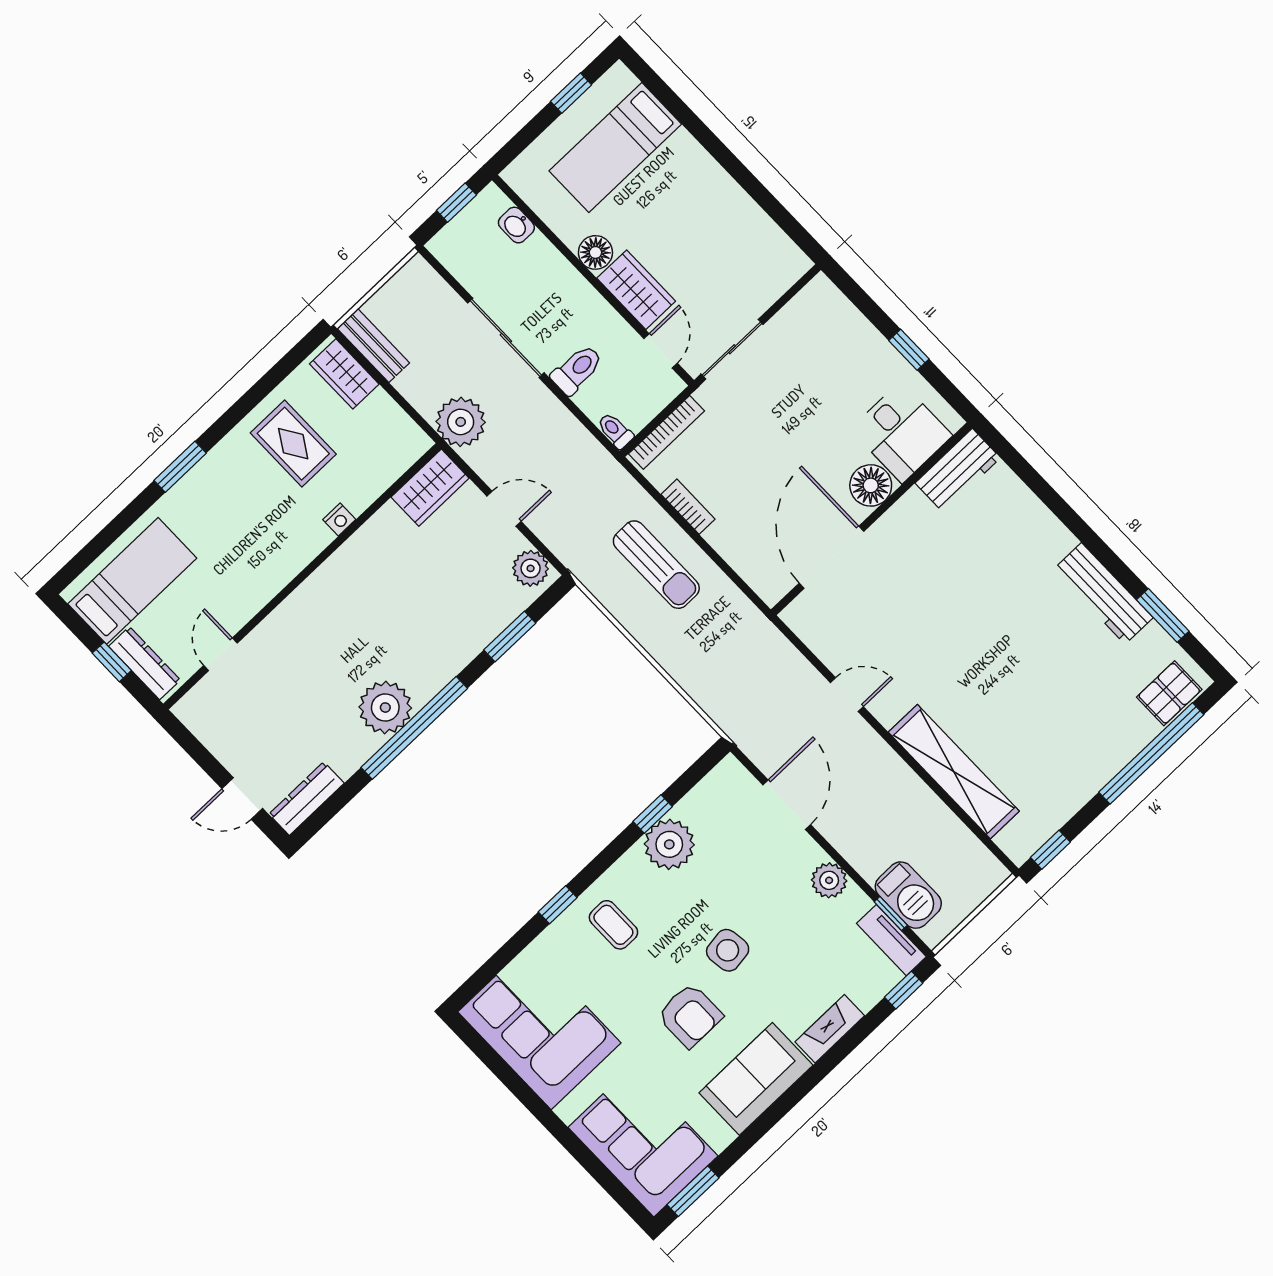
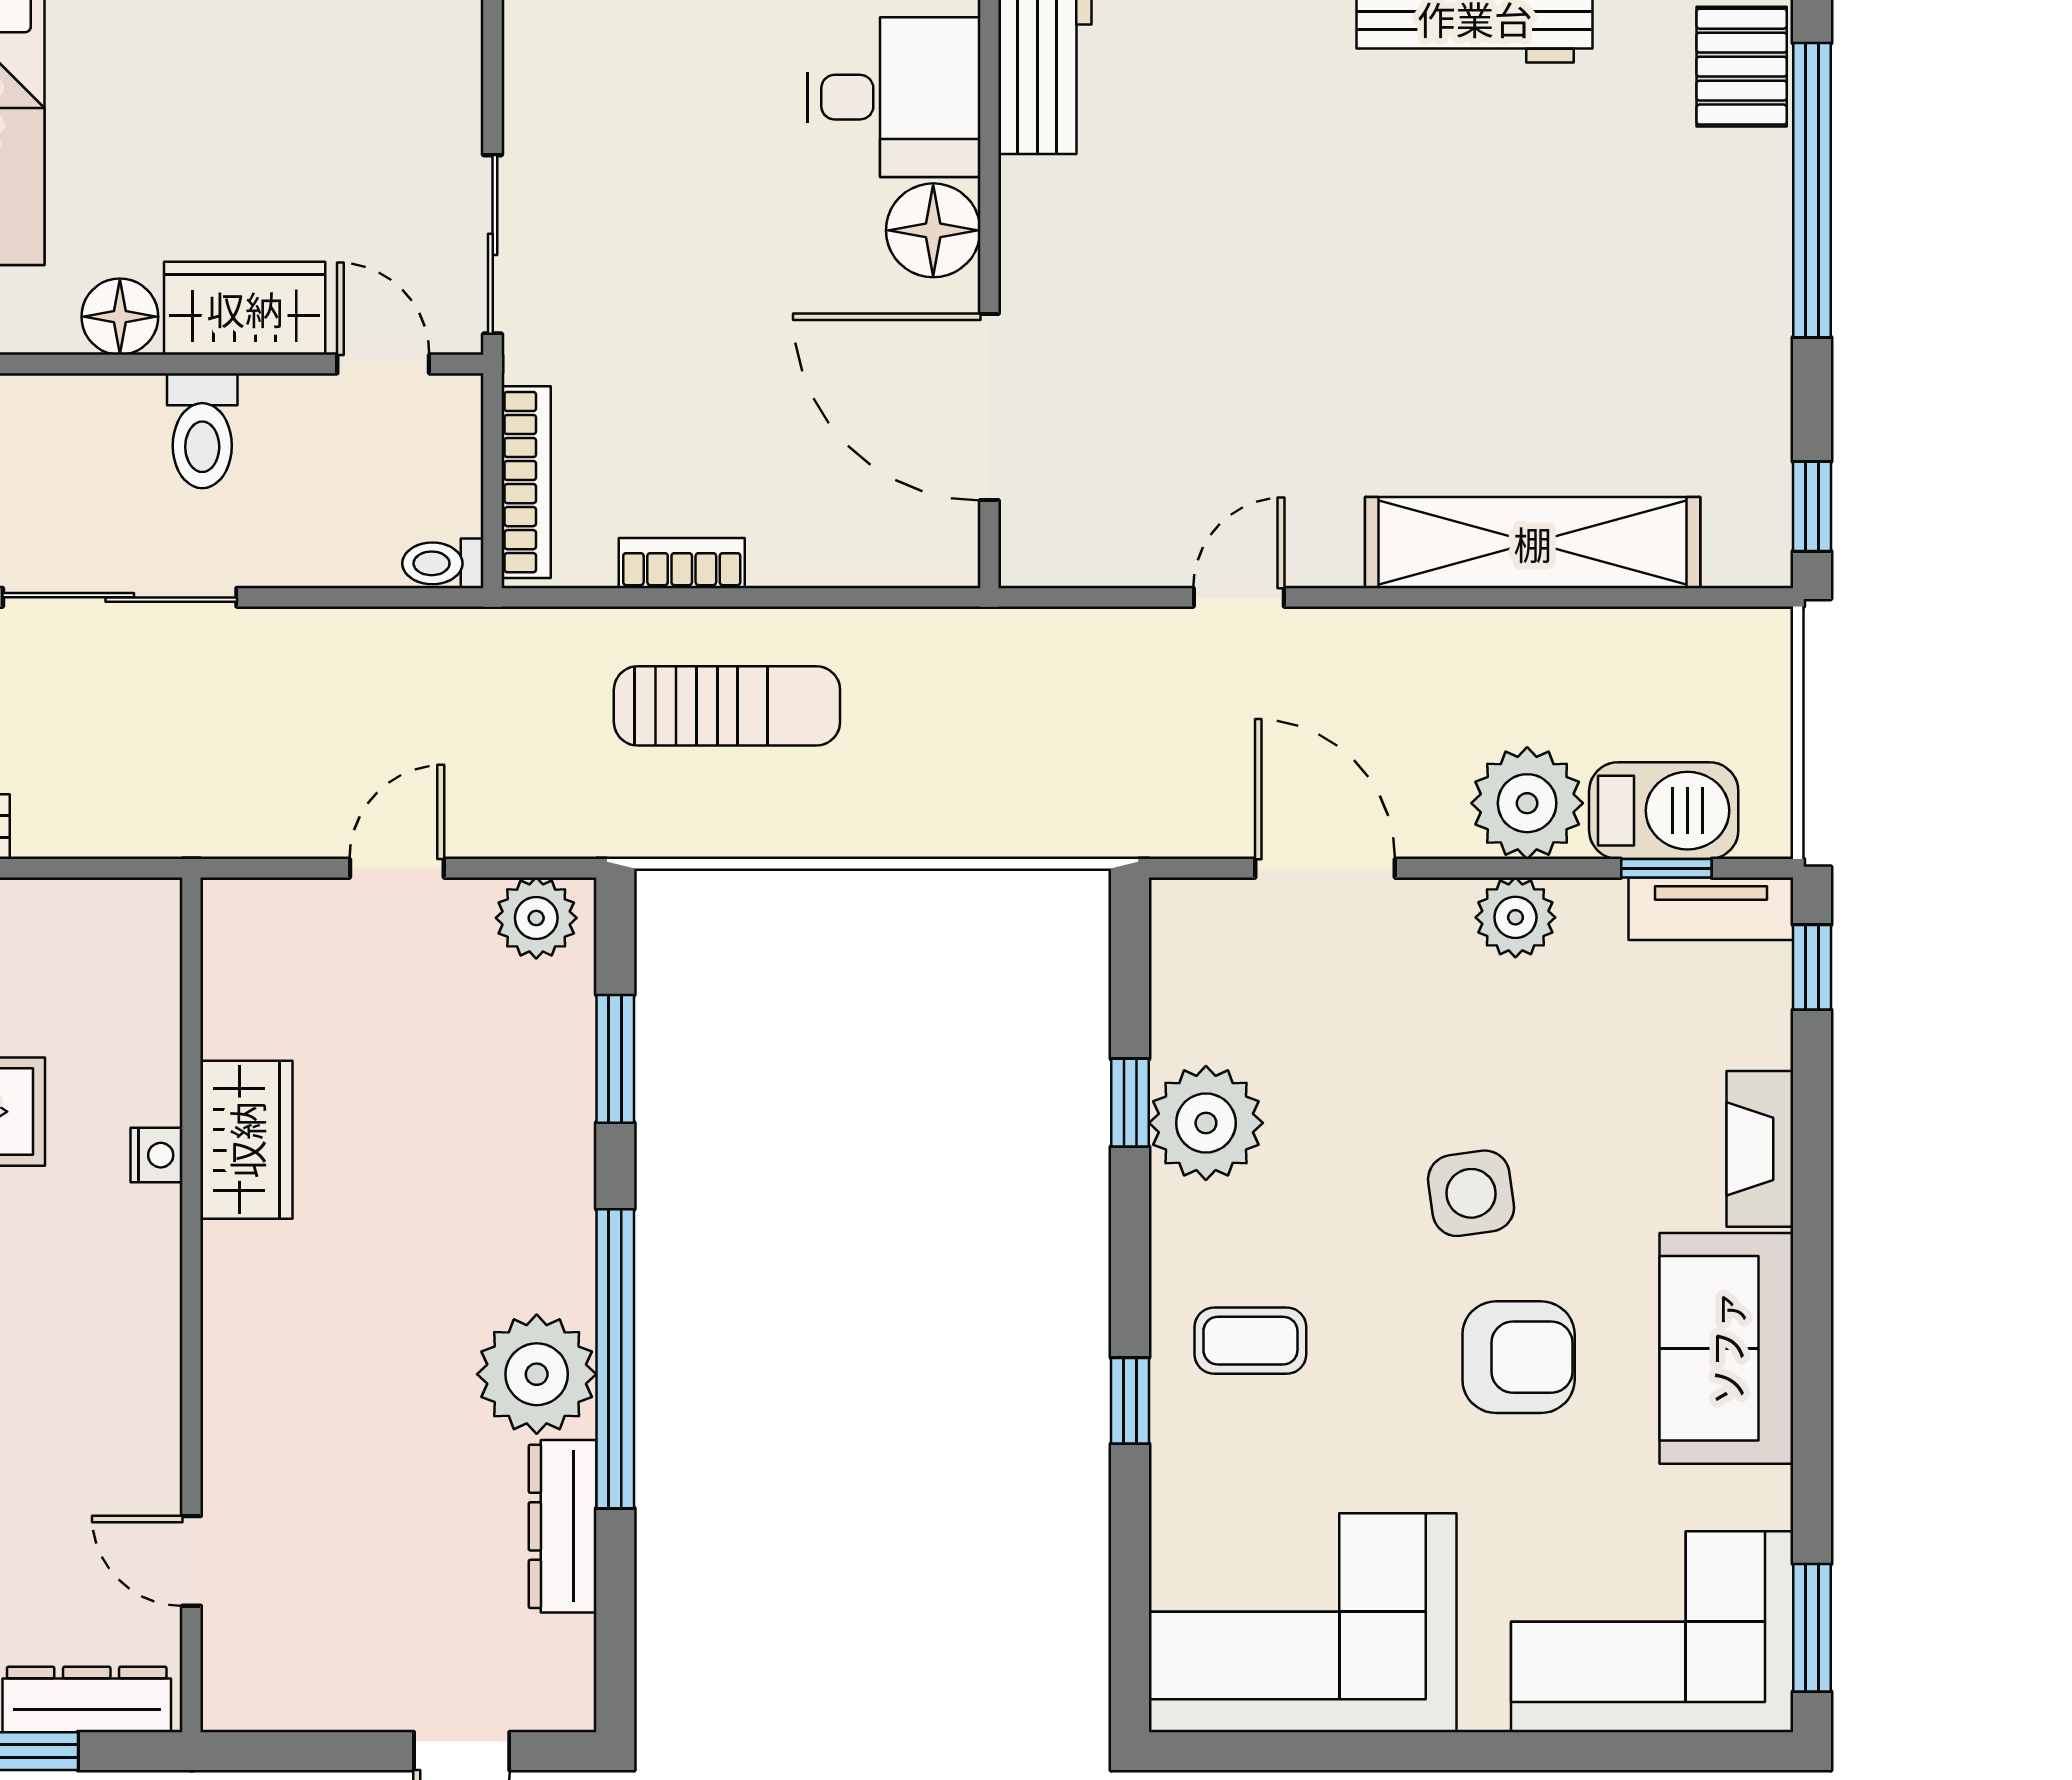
toilet: (577, 370) -> (202, 431), moved, turned 180
plant: (461, 422) -> (1527, 803), moved
wardrobe: (430, 488) -> (246, 1140), moved
dresser: (307, 799) -> (563, 1526), moved

